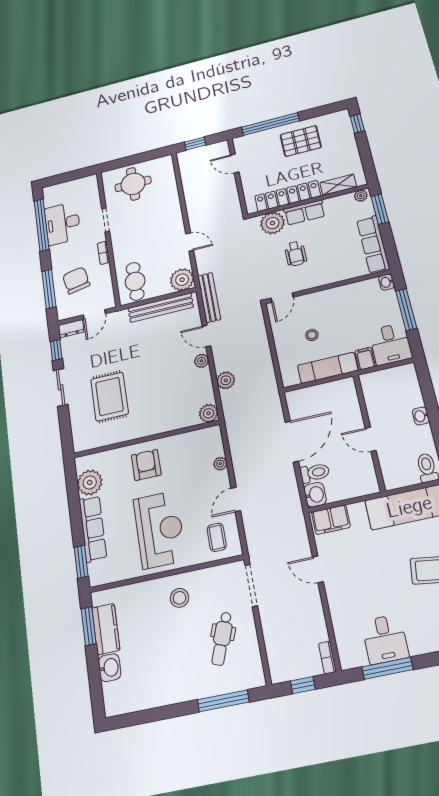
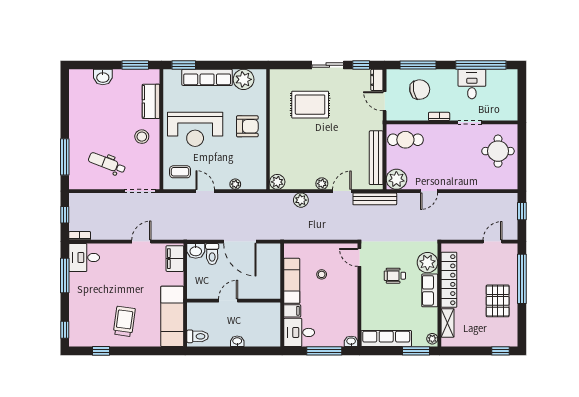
desk: (63, 223) -> (472, 84), width x0.73
kitchen counter: (106, 629) -> (151, 101), moved, turned 90
desk: (385, 639) -> (84, 258), moved

